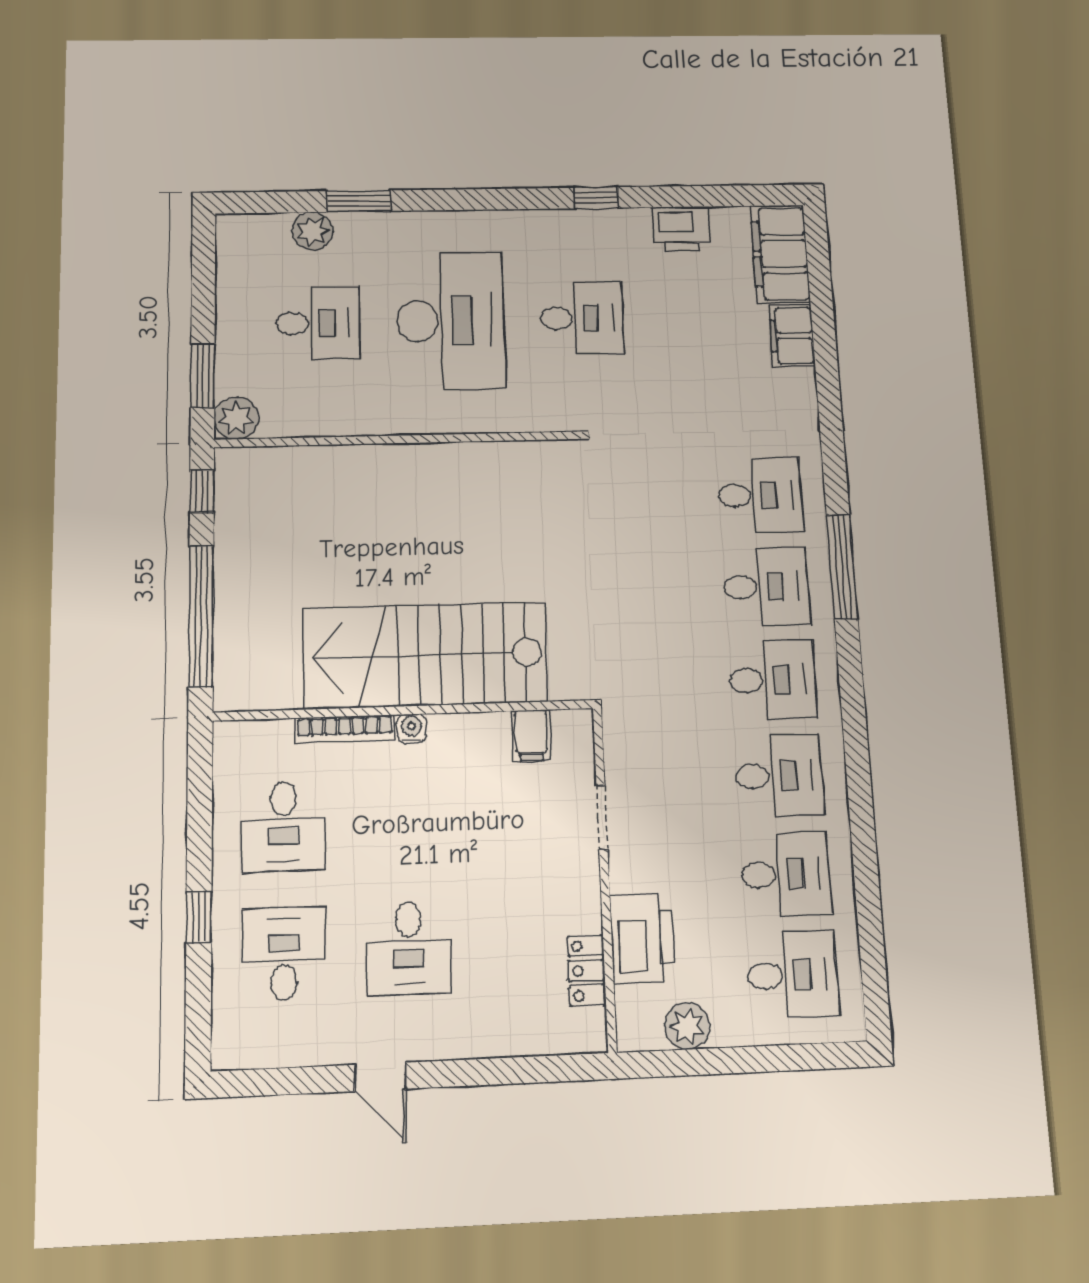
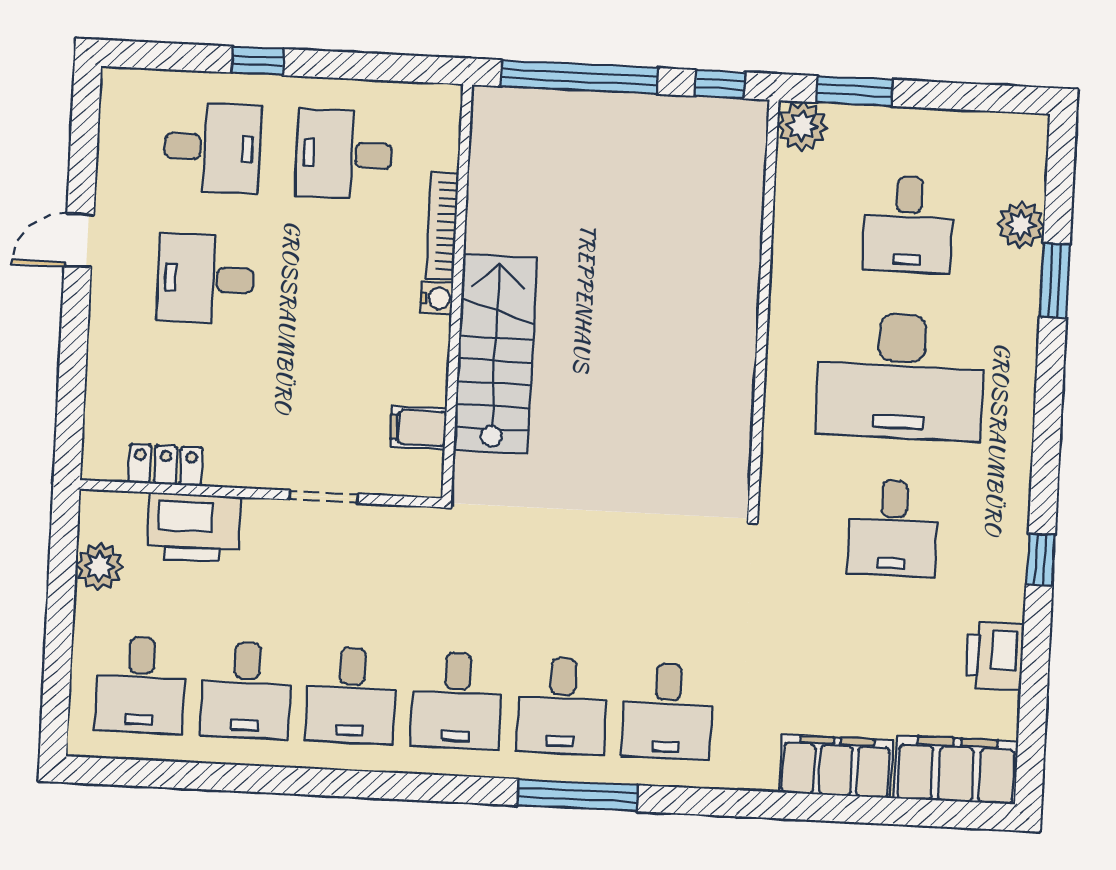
filing cabinet: (792, 336) -> (836, 766), width x1.50, depth x1.17
stairs: (425, 655) -> (495, 354), width x0.73, depth x0.66

